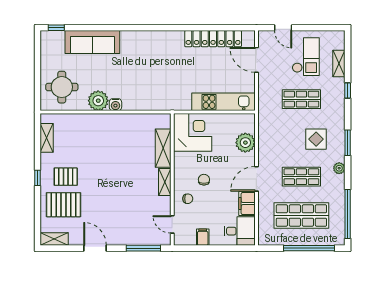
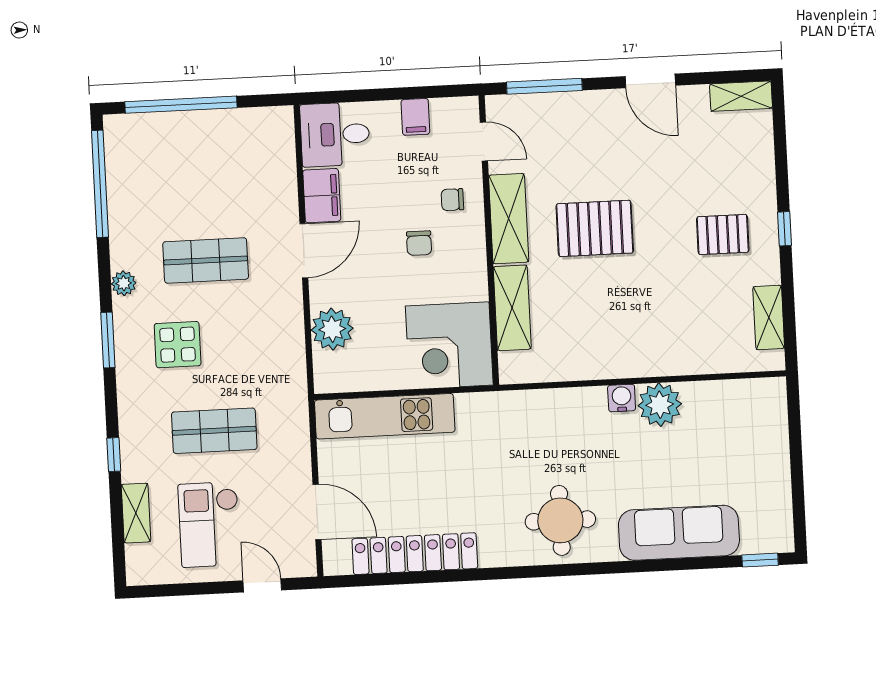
round table: (62, 87) -> (560, 520), moved
shelving: (165, 182) -> (509, 219), width x1.50, depth x1.33
pallet: (63, 205) -> (595, 228), moved
shop shelf: (301, 215) -> (201, 175), removed

